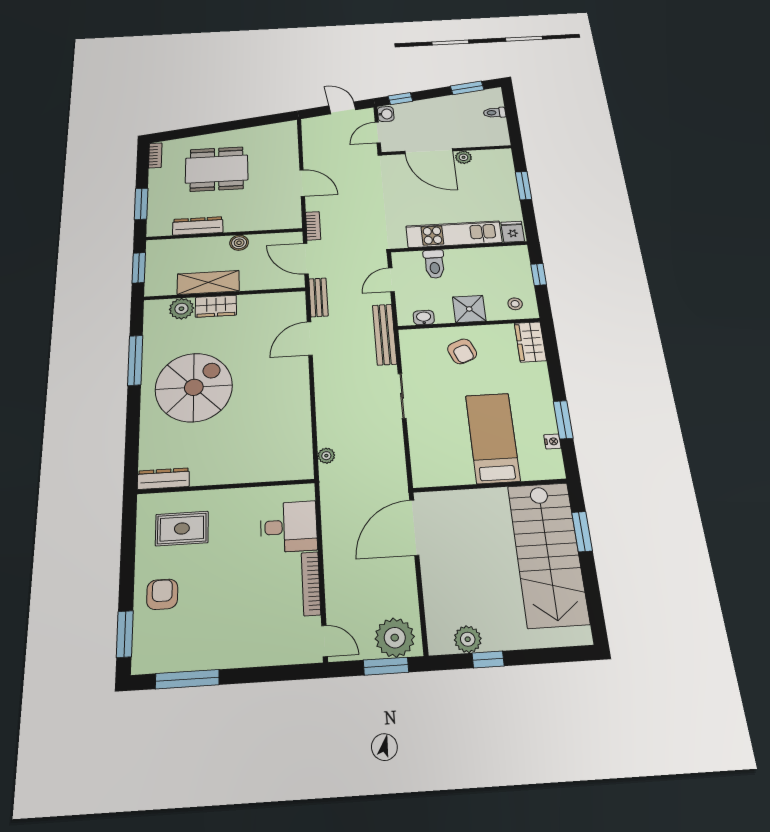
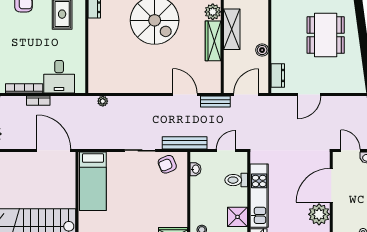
plant: (464, 157) -> (319, 214), width x1.88, depth x1.88
dresser: (198, 226) -> (278, 75), moved, width x0.70
bookcase: (313, 226) -> (38, 101), moved
door: (391, 280) -> (226, 150), hinge flipped
wardrobe: (216, 306) -> (213, 41), width x1.50
shower: (469, 309) -> (238, 217), moved
armchair: (462, 351) -> (167, 164), moved
bed: (493, 438) -> (93, 181), moved, turned 90

